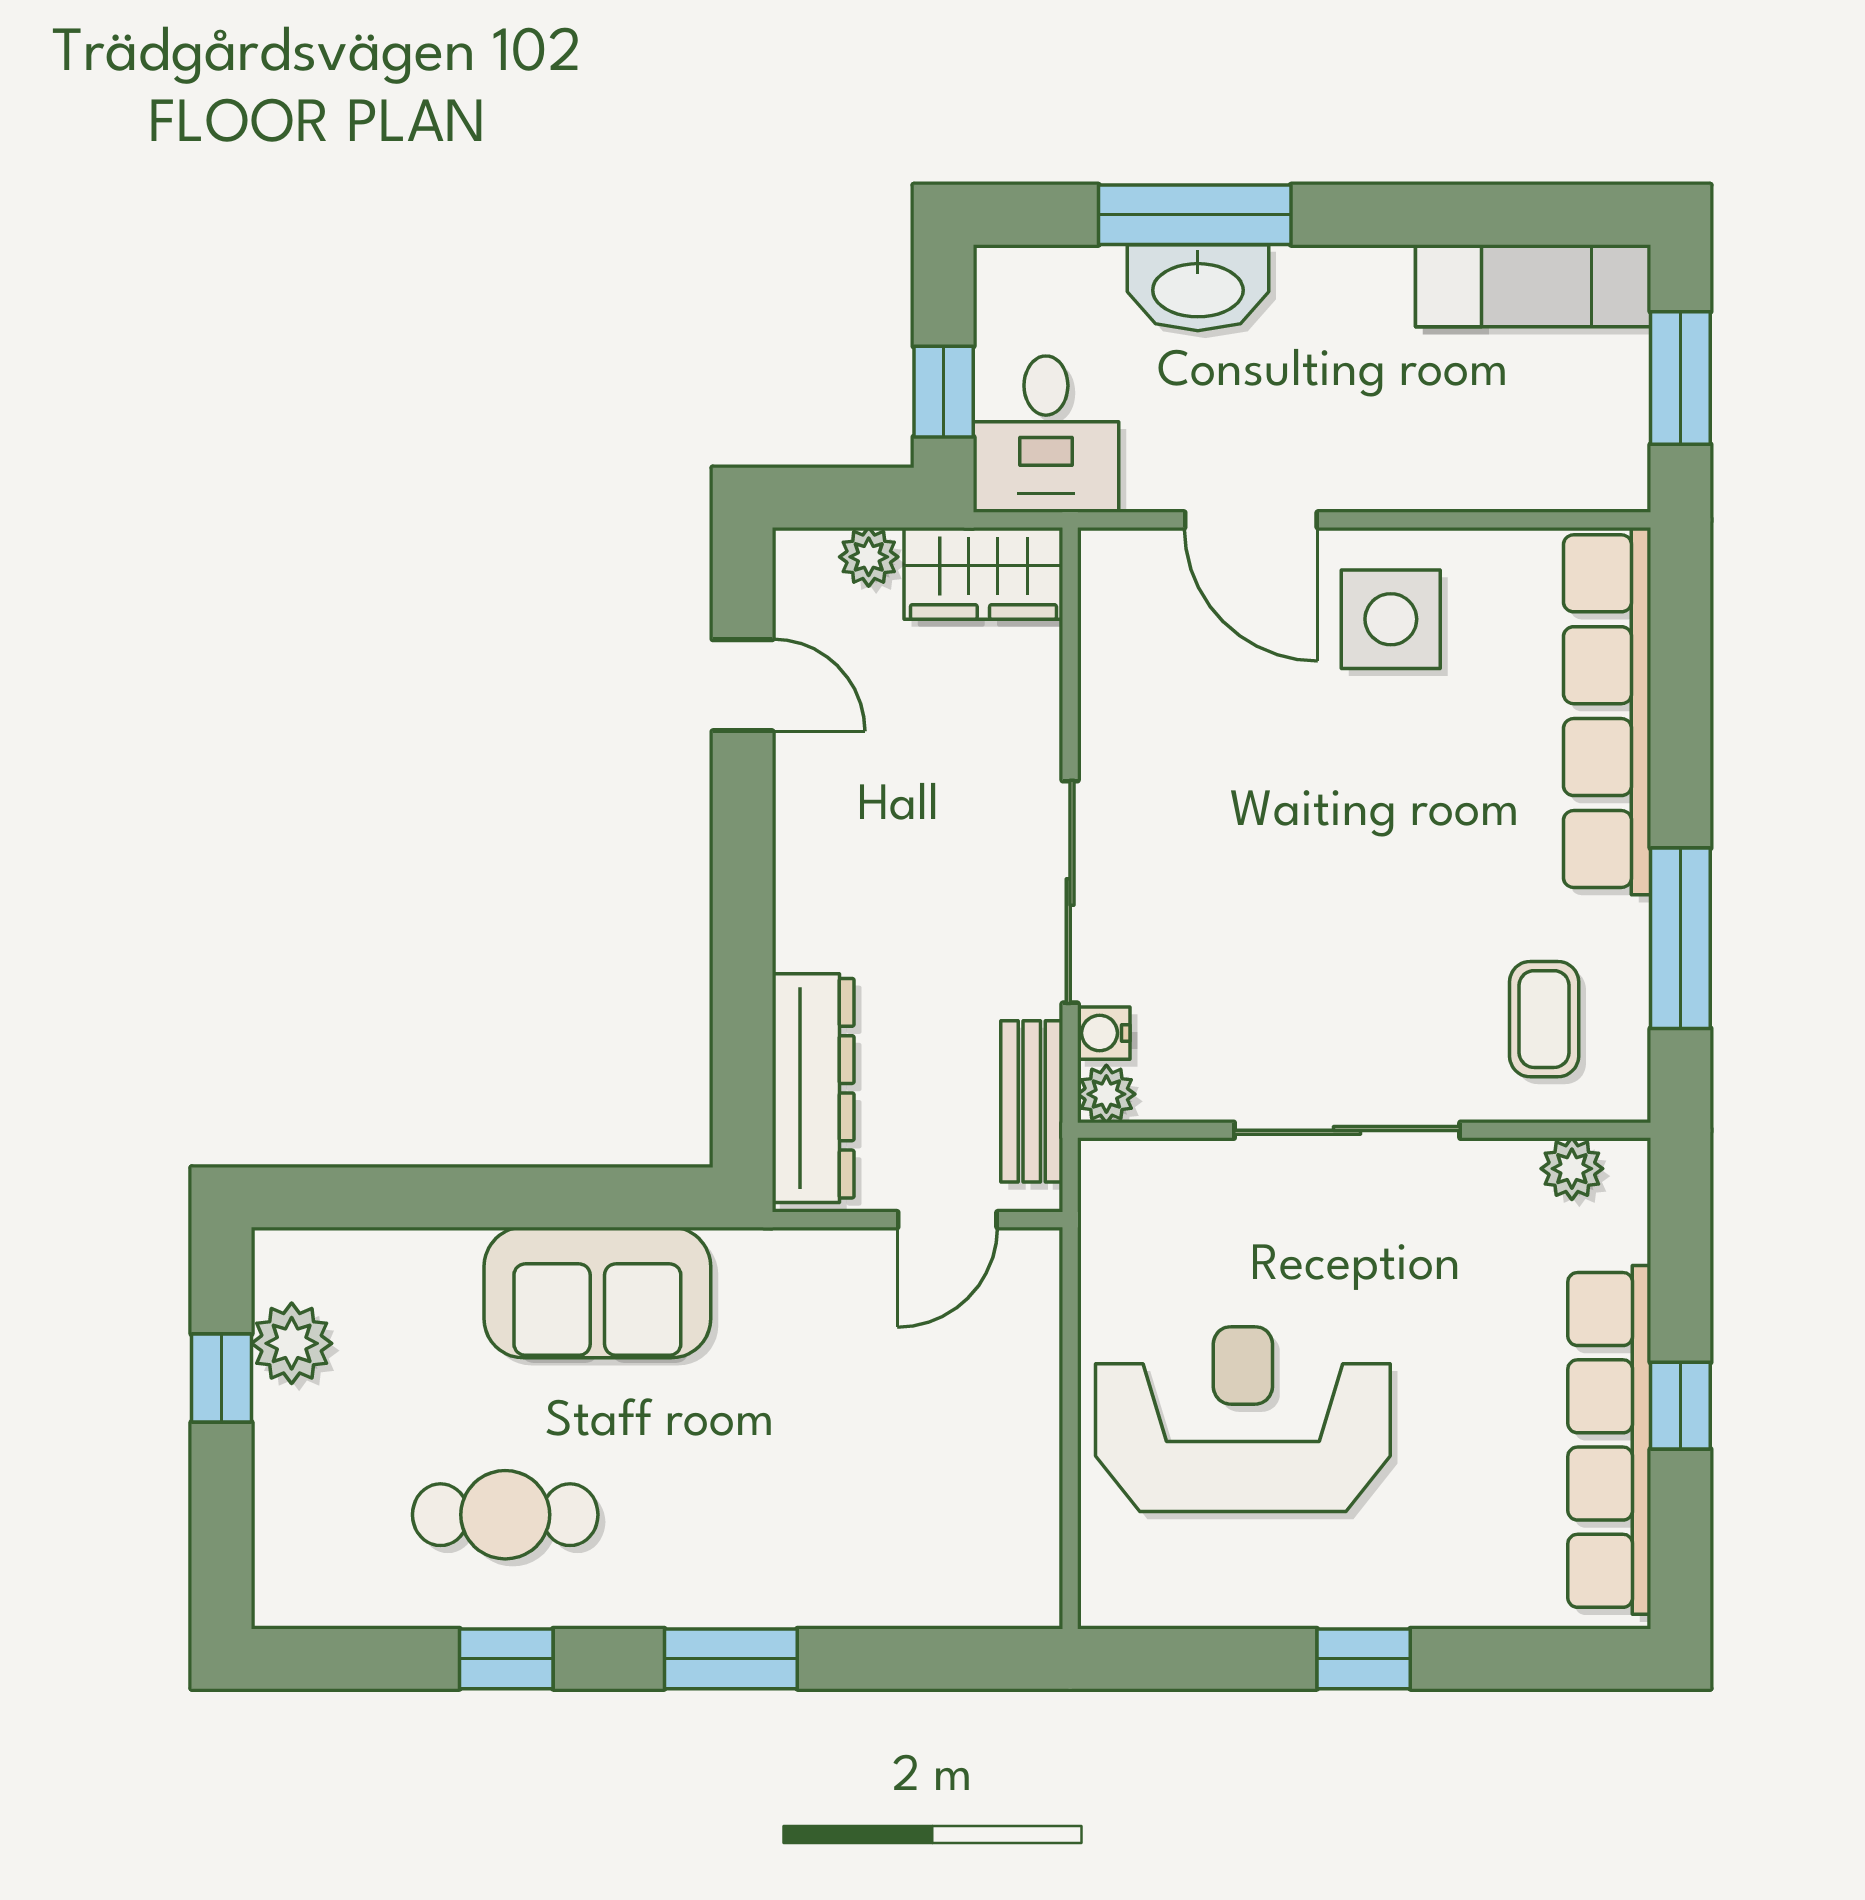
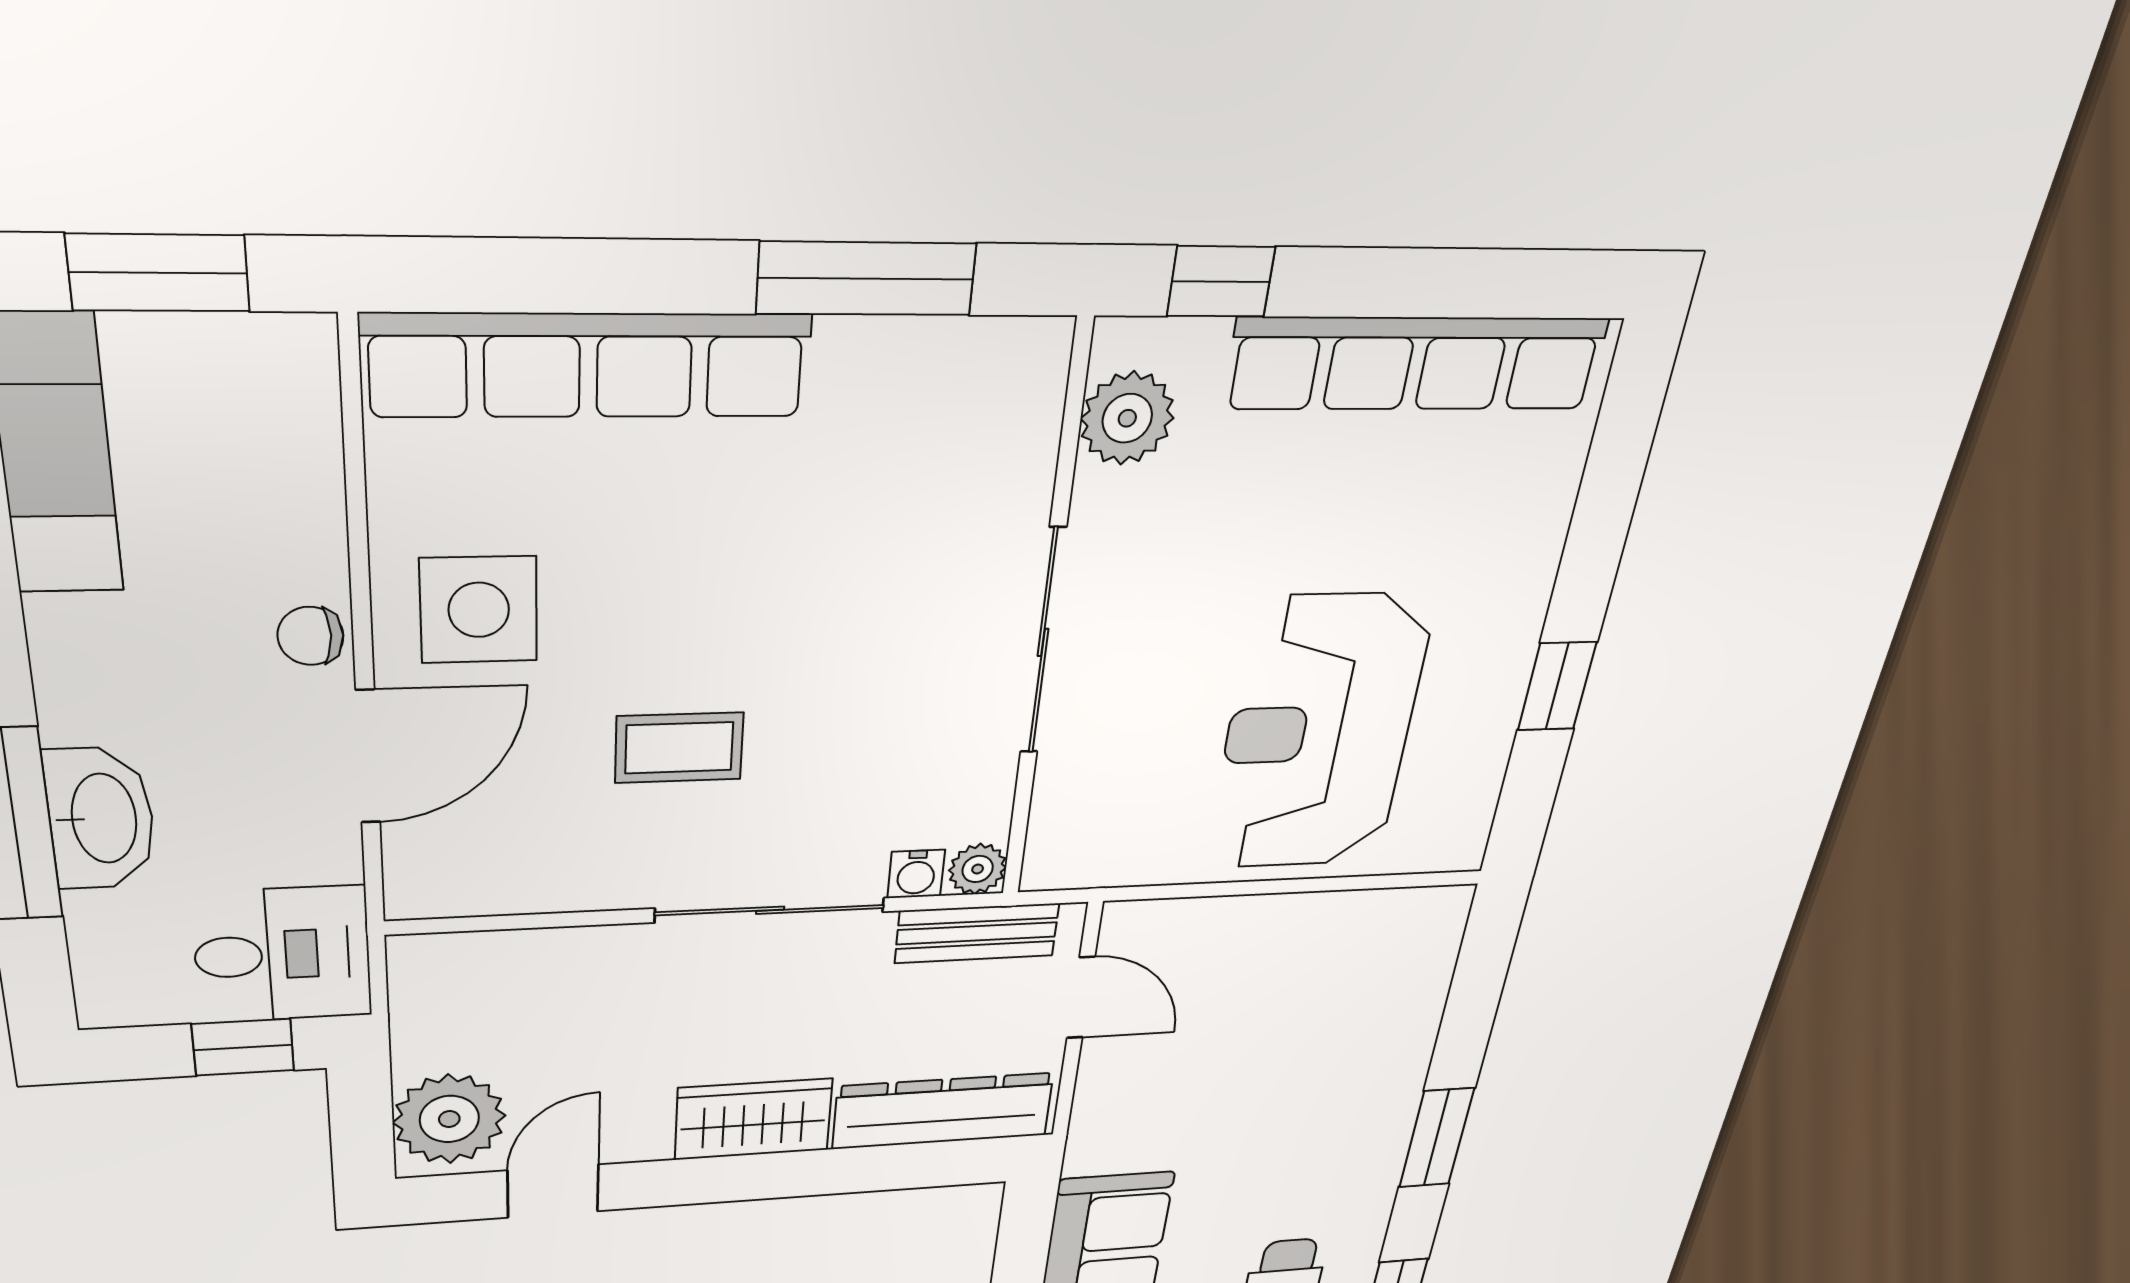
chair: (1370, 476) -> (310, 636), added
plant: (869, 557) -> (449, 1119), width x1.88, depth x1.88
wardrobe: (983, 573) -> (753, 1119), moved, turned -90
coffee table: (1544, 1019) -> (679, 748), moved
plant: (1572, 1169) -> (1127, 418), width x1.38, depth x1.38
window: (1680, 1406) -> (1221, 281), moved
window: (1364, 1659) -> (1557, 686), moved

